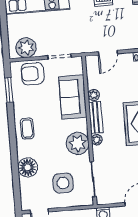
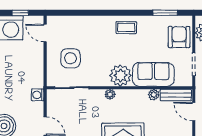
bench: (96, 117) -> (176, 95), moved
plant: (78, 143) -> (120, 75), moved
floor lamp: (28, 167) -> (88, 25), removed

